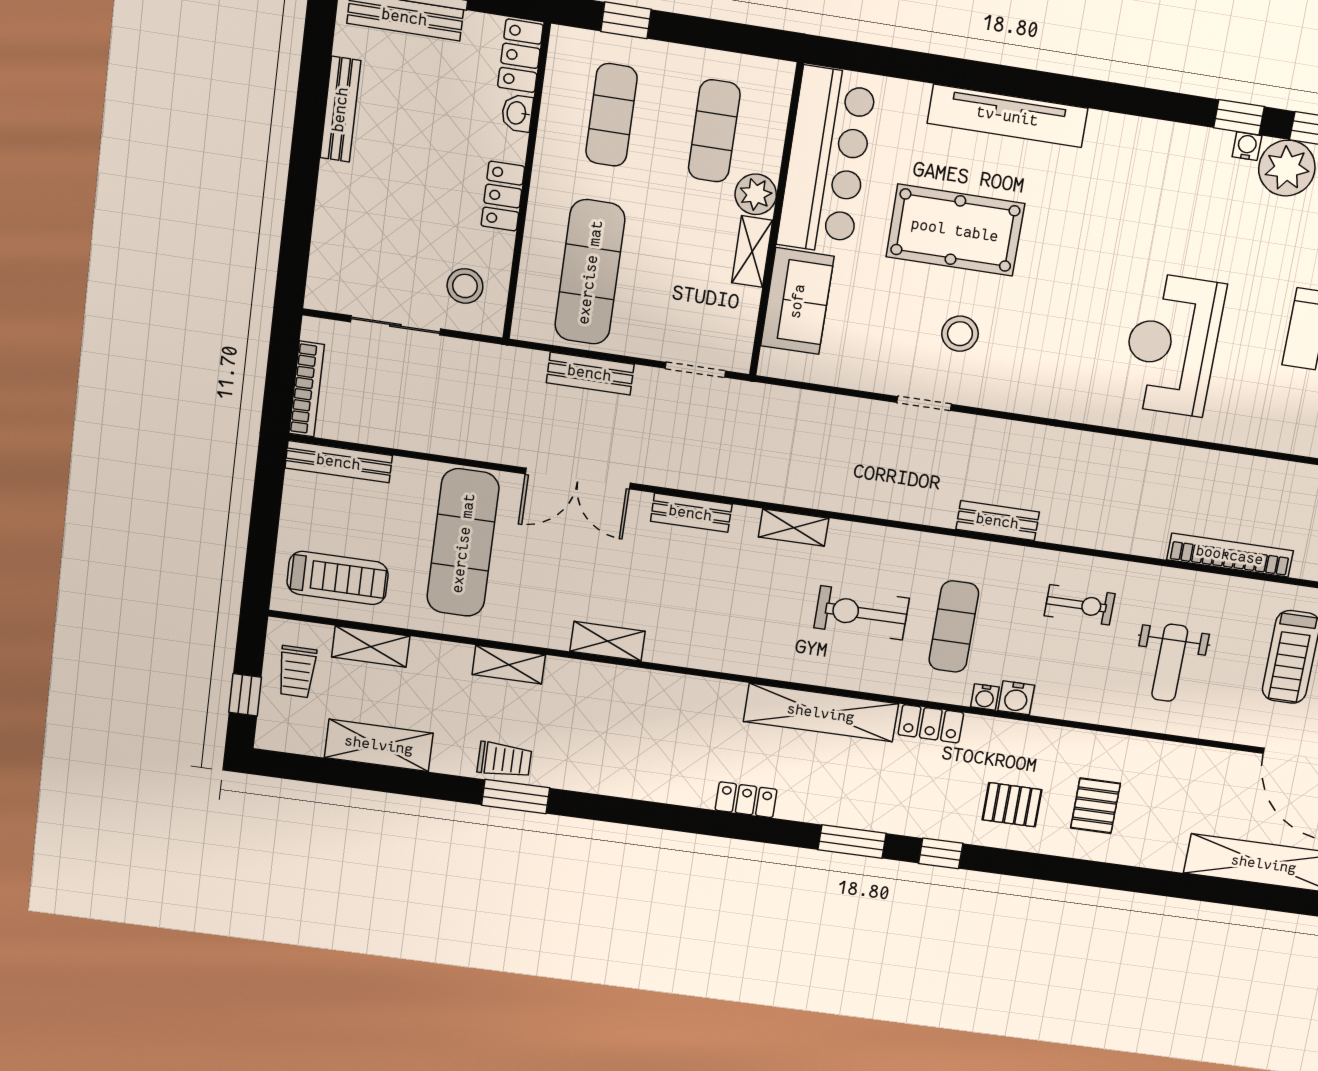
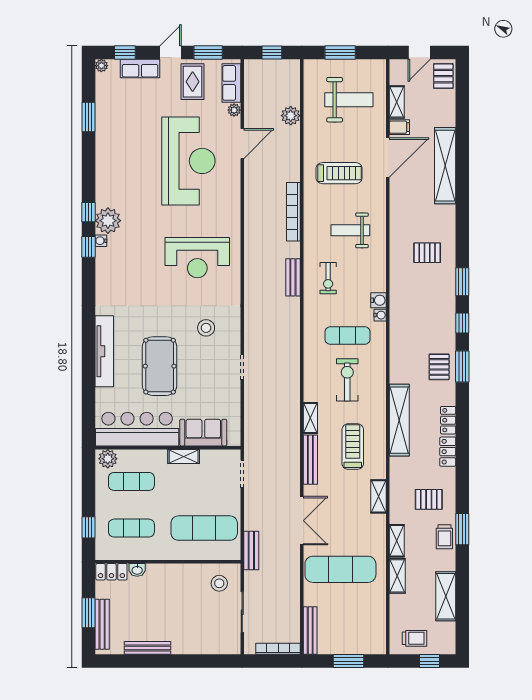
plant: (756, 194) -> (108, 459), moved
locker: (503, 196) -> (176, 572), removed
stool: (960, 334) -> (206, 328), moved
bench: (590, 373) -> (251, 551), moved
bench: (691, 513) -> (310, 460), width x1.36
bench: (998, 521) -> (293, 277), moved
window: (263, 531) -> (349, 661), added
treadmill: (338, 578) -> (353, 447), moved
exercise bike: (1080, 605) -> (328, 278), turned 180
exercise bike: (862, 613) -> (347, 380), turned 180
shelving: (371, 647) -> (397, 576), moved
weight bench: (1170, 663) -> (350, 230), turned 180
shelving: (821, 713) -> (399, 420), moved
locker: (931, 724) -> (448, 452), moved, turned 180
pallet: (587, 740) -> (429, 499), added
trolley: (504, 760) -> (444, 537), turned 180
pallet: (1012, 805) -> (439, 367), moved
window: (1024, 865) -> (462, 282), added

